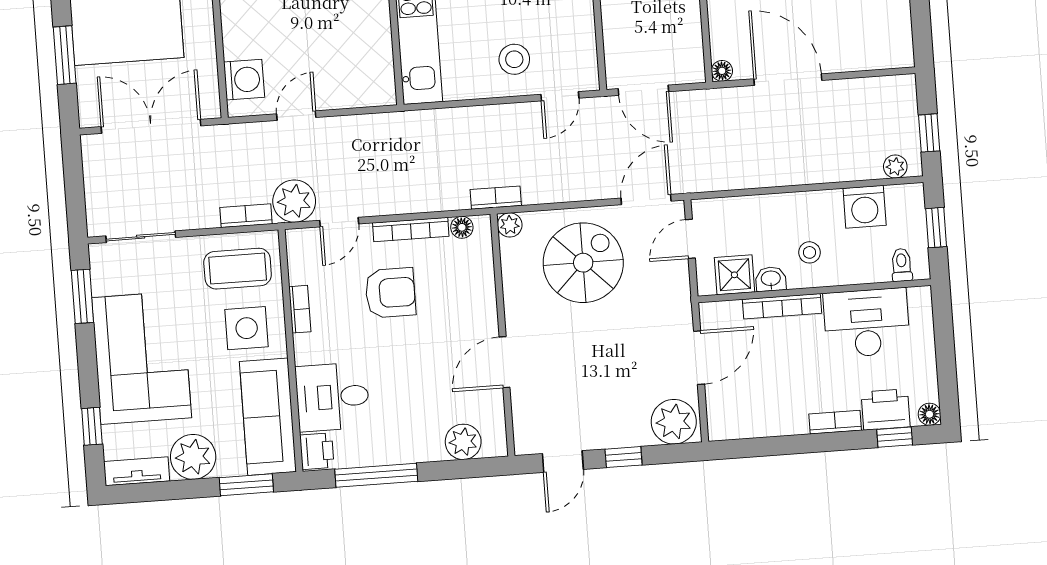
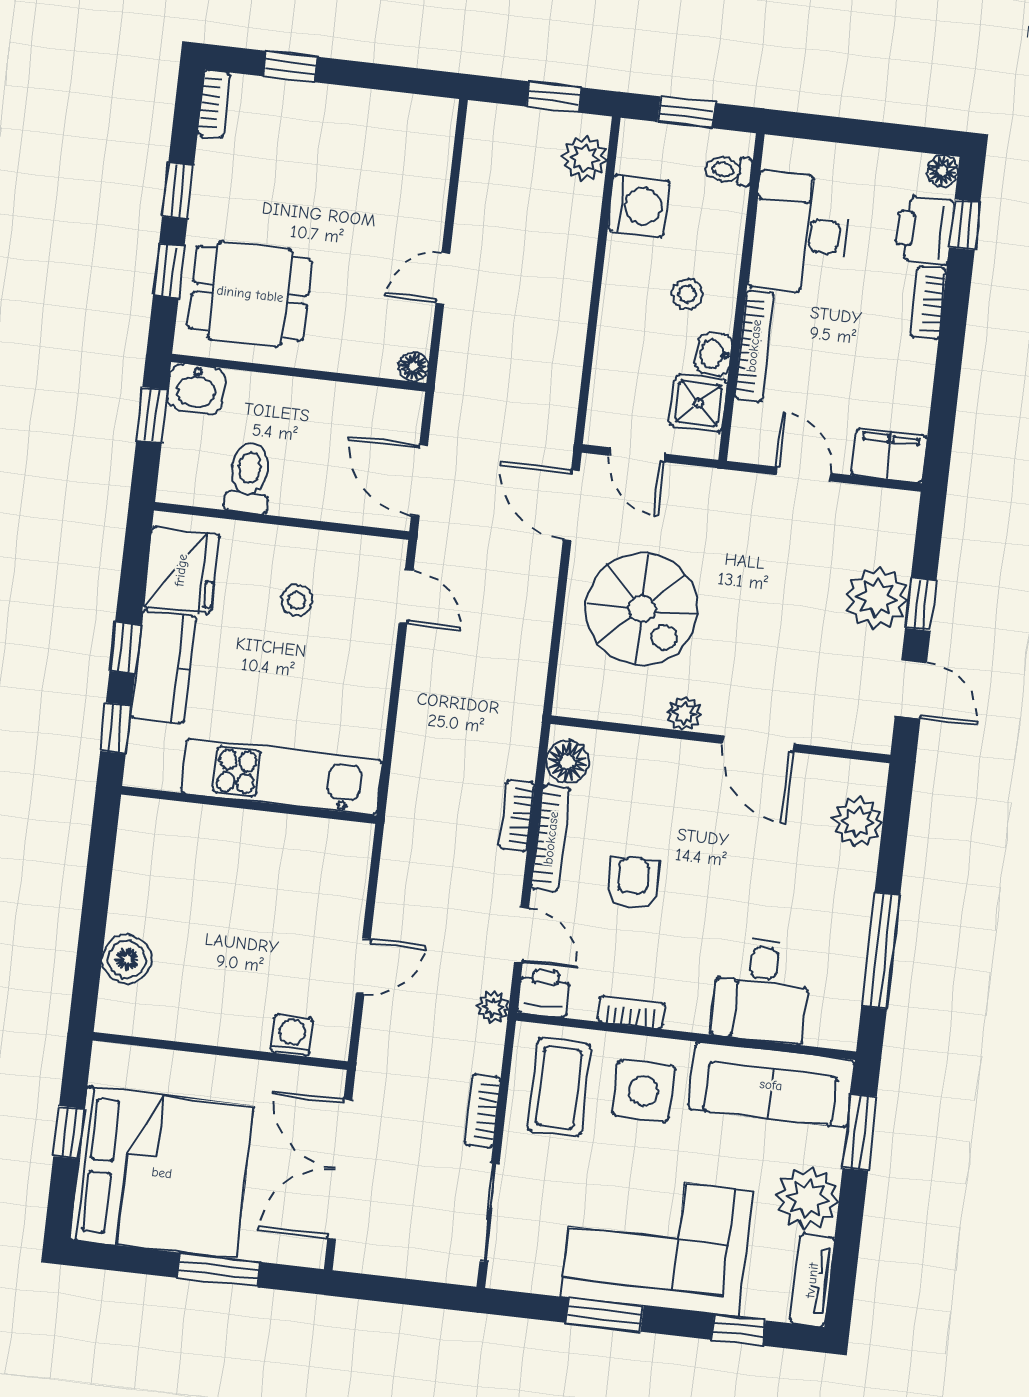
stool: (514, 59) -> (297, 600), moved, width x0.73, depth x0.73
washing machine: (244, 80) -> (292, 1035), width x0.73, depth x0.73
door: (788, 80) -> (443, 278), width x0.53
door: (643, 90) -> (420, 480), swing flipped
door: (296, 116) -> (363, 966), swing flipped
plant: (895, 167) -> (584, 158), width x1.38, depth x1.38
bookcase: (496, 198) -> (517, 816), moved
plant: (294, 201) -> (493, 1007), width x0.53, depth x0.53
bookcase: (246, 216) -> (483, 1111), moved
plant: (510, 225) -> (684, 713), moved
floor lamp: (462, 227) -> (567, 762), width x1.37, depth x1.37
spiral stairs: (583, 263) -> (642, 609), turned 180
armchair: (390, 293) -> (633, 883), width x0.72, depth x0.72
window: (82, 296) -> (605, 1315), moved
door: (699, 358) -> (803, 474), width x0.73
filing cabinet: (723, 415) -> (889, 456), added
plant: (674, 422) -> (877, 598), moved
printer: (317, 451) -> (544, 993), moved

